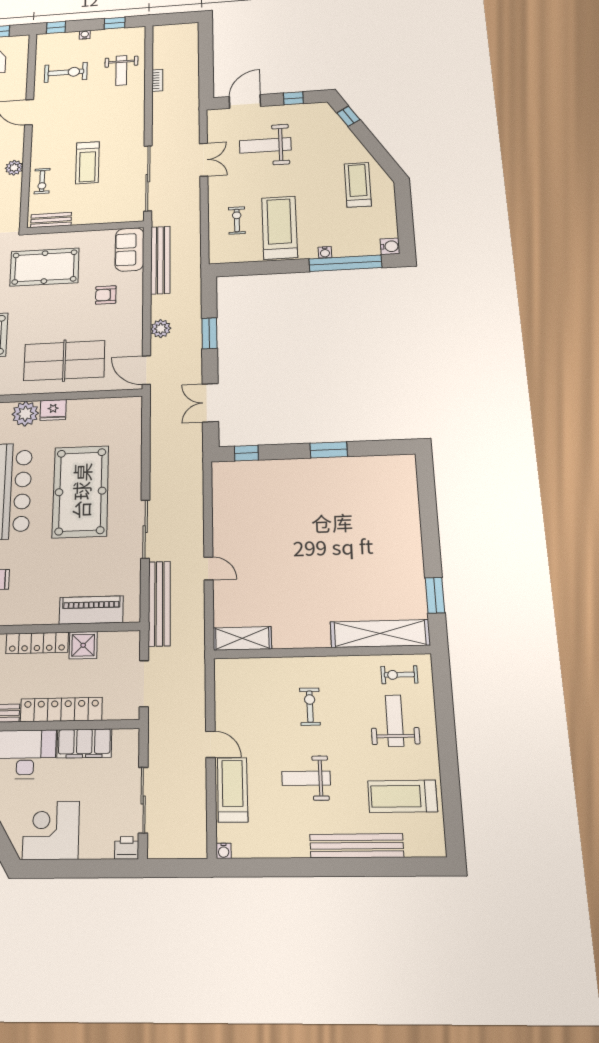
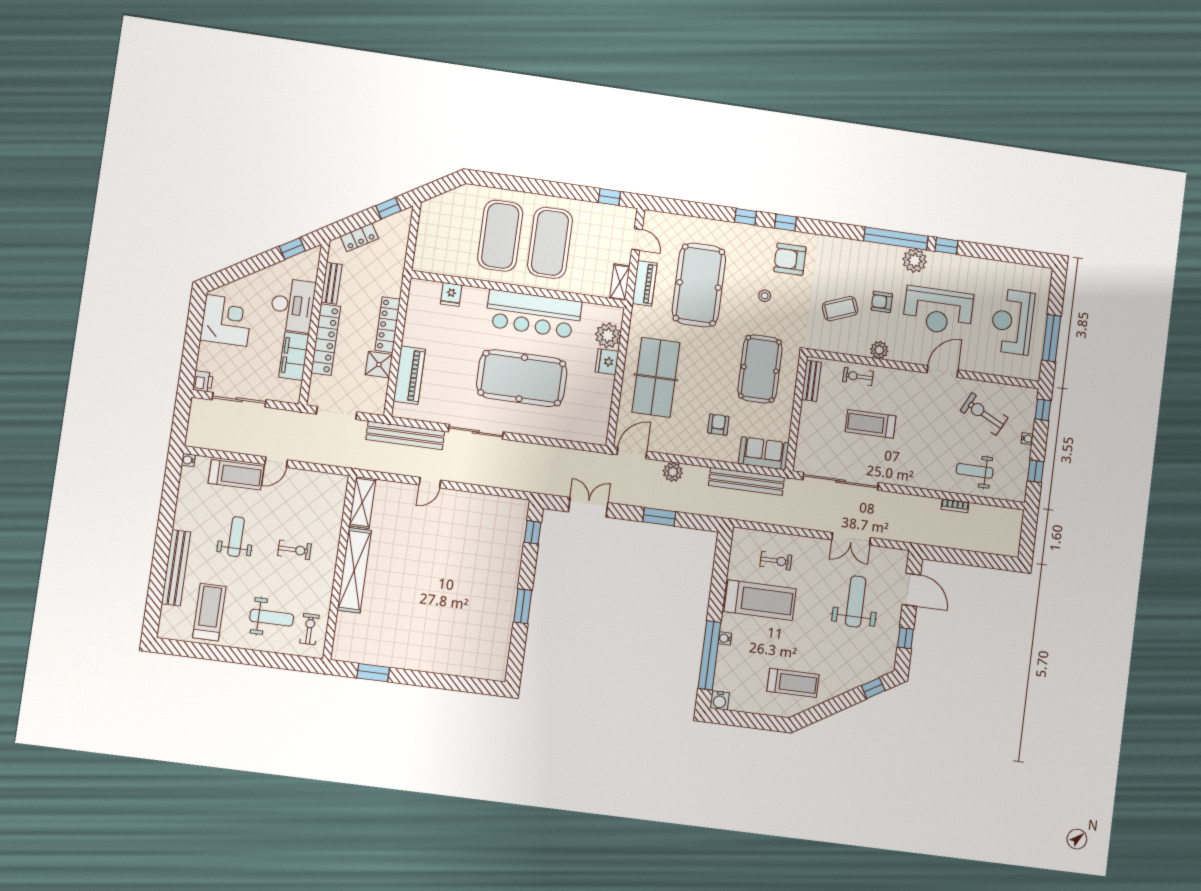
exercise bike: (66, 72) -> (984, 414), turned 117
shelving: (380, 633) -> (354, 570), moved

